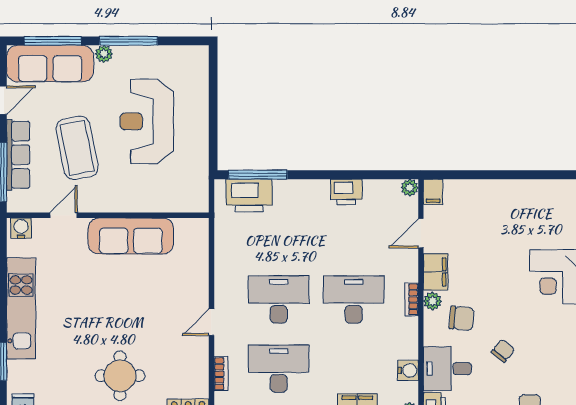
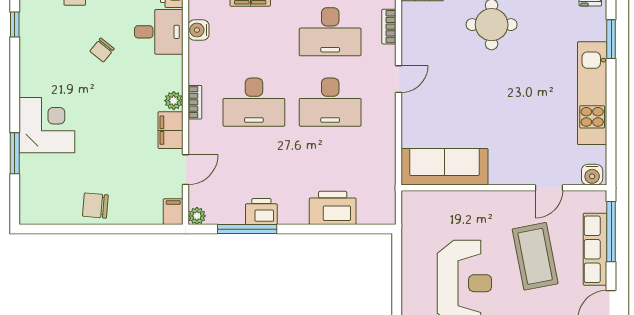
window: (258, 175) -> (247, 229), moved
printer: (249, 195) -> (333, 208), moved
sofa: (131, 236) -> (444, 167), moved
chair: (462, 318) -> (95, 206), moved

